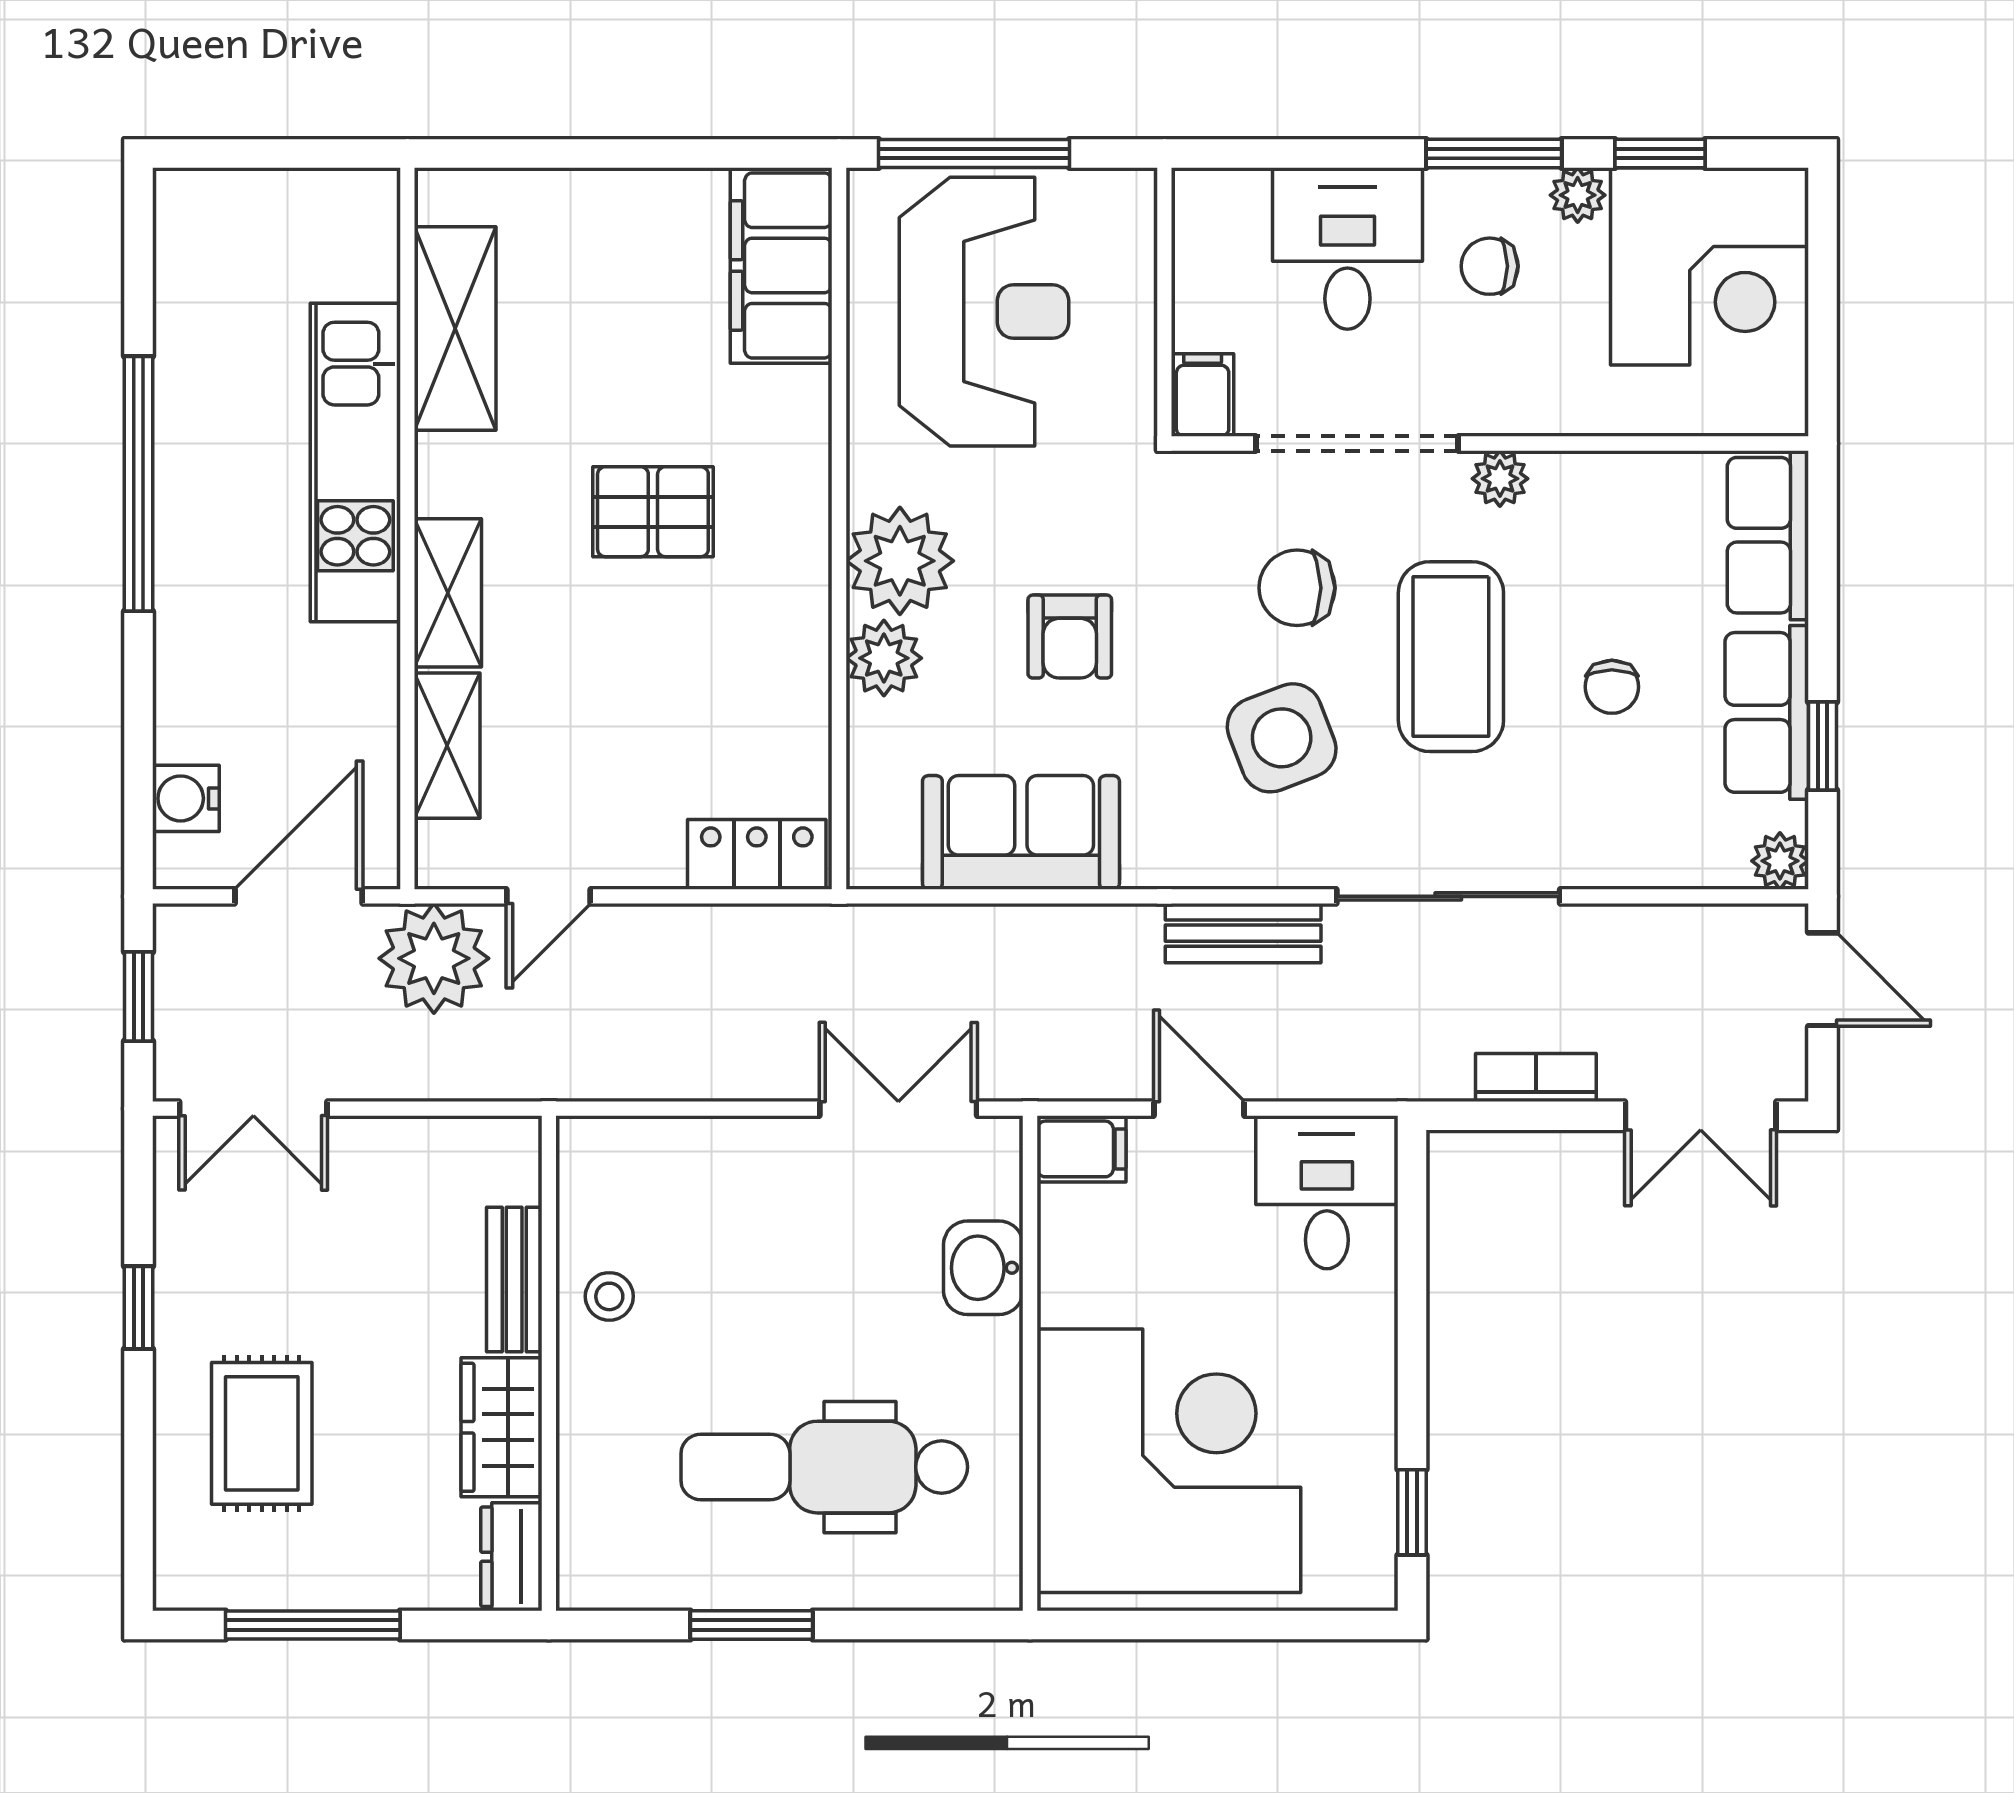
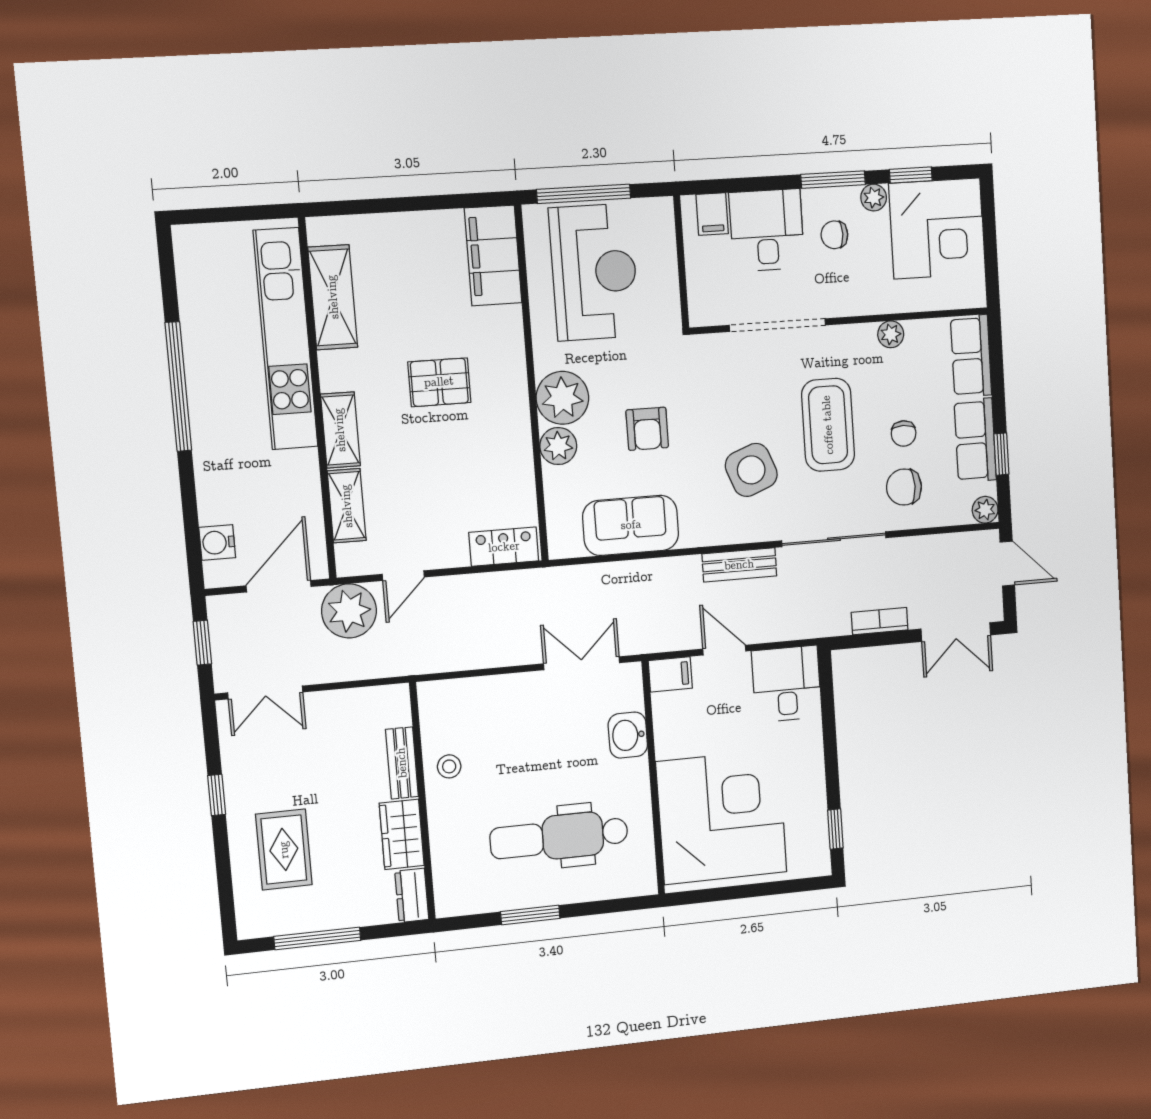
filing cabinet: (1203, 395) -> (712, 214), moved, turned 180
kitchen unit: (355, 462) -> (286, 339), width x1.36
plant: (1500, 479) -> (891, 334), moved
chair: (1297, 588) -> (904, 487), moved

